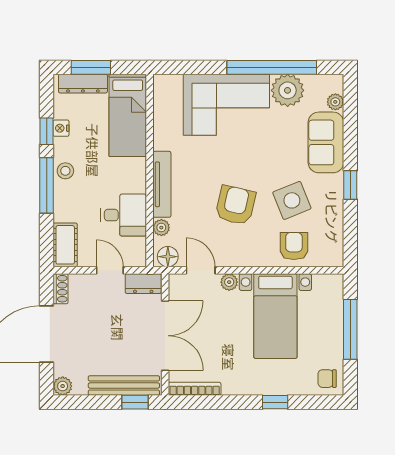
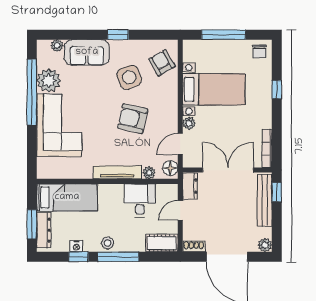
armchair: (294, 246) -> (162, 63), moved, turned 60

